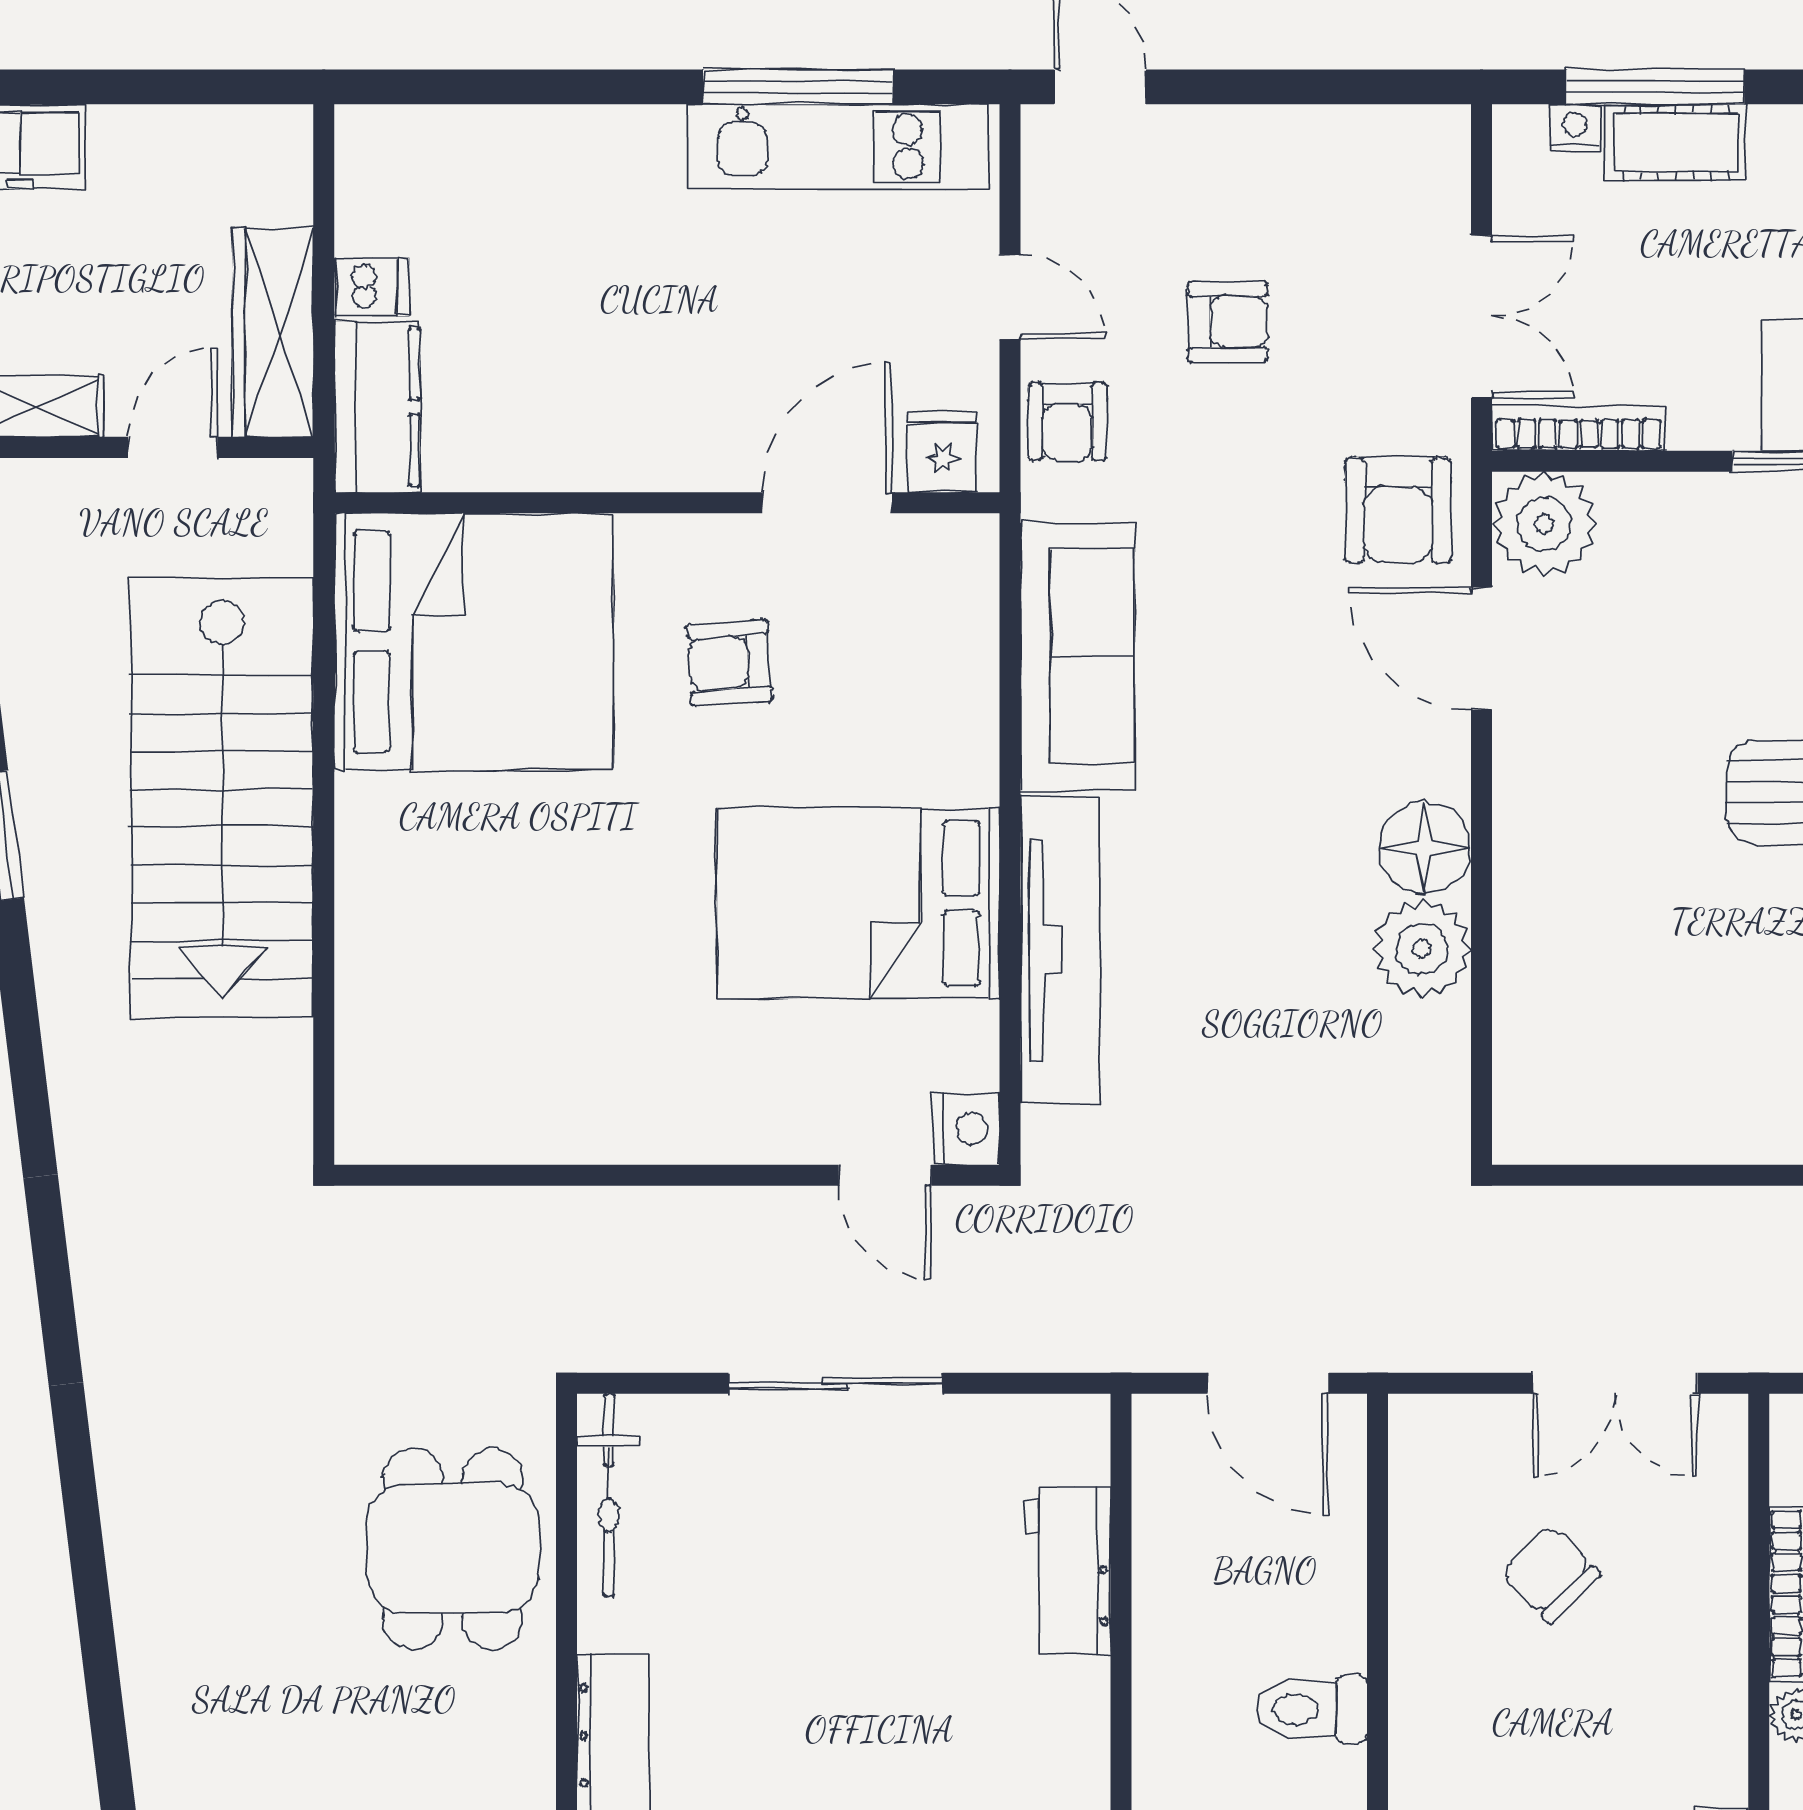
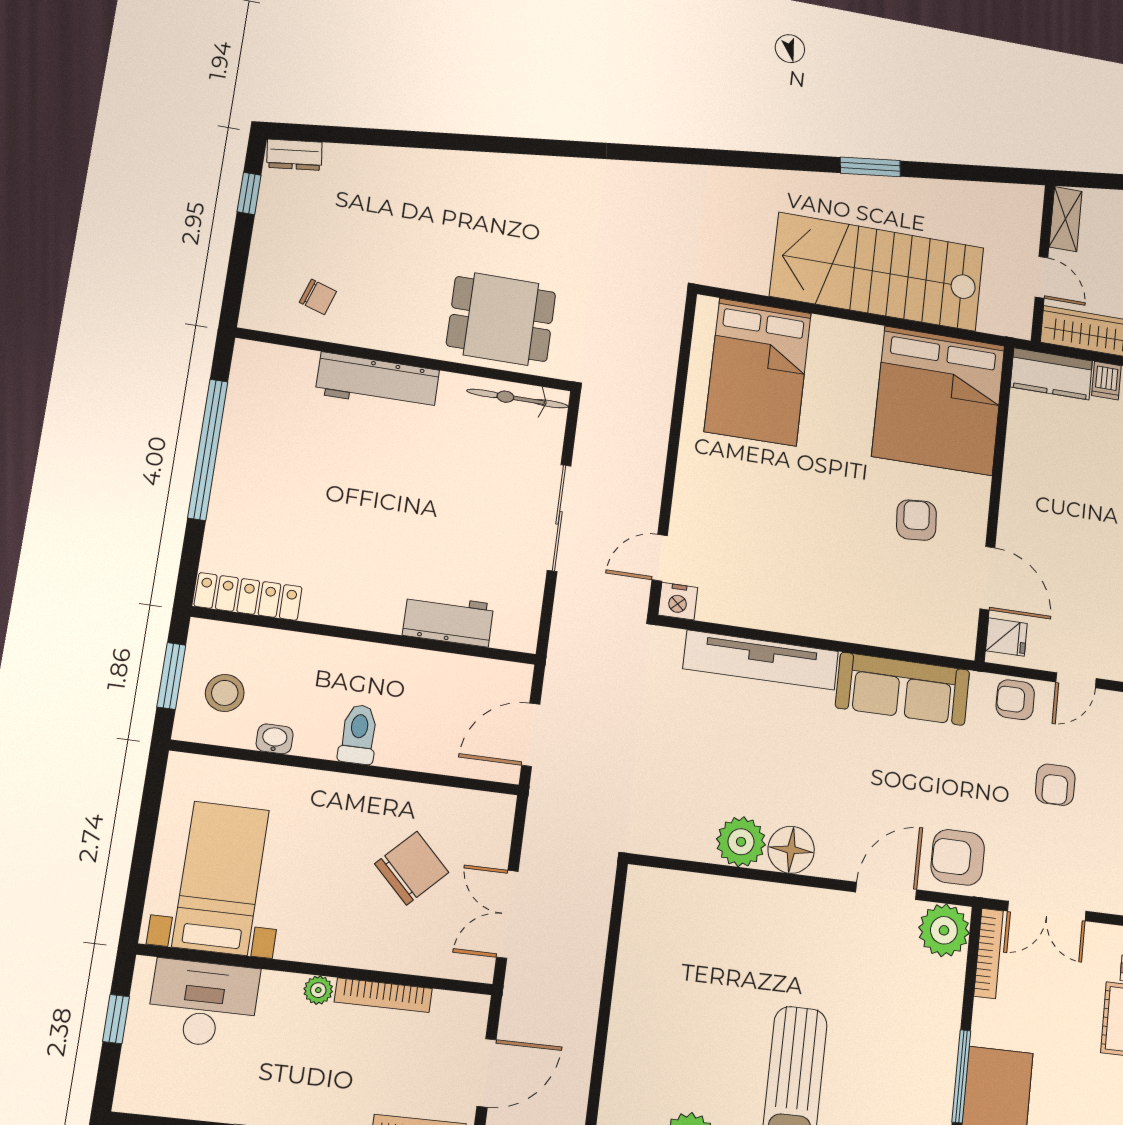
bed: (858, 903) -> (758, 372), moved, turned 180
chair: (1551, 1574) -> (412, 868), width x1.37, depth x1.37

